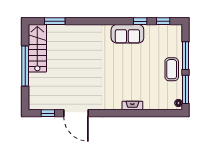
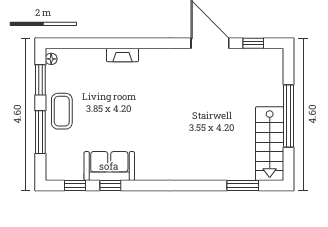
sofa: (127, 34) -> (109, 166), moved
window: (185, 89) -> (40, 80), width x0.69

